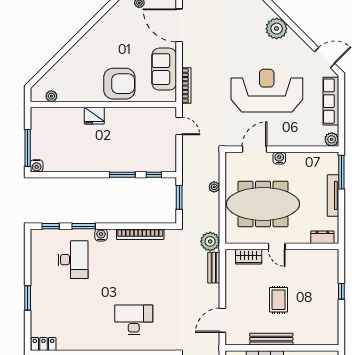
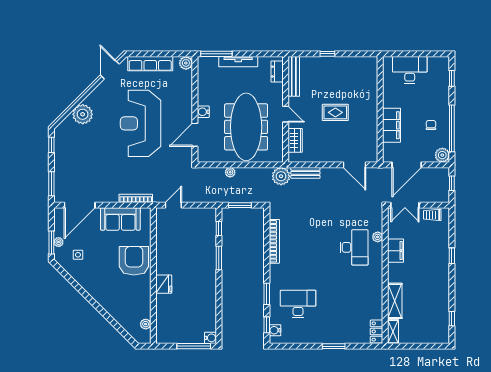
side table: (126, 24) -> (78, 255), added
door: (255, 149) -> (195, 135), hinge flipped
water cooler: (101, 235) -> (275, 330), moved
door: (277, 246) -> (286, 114), hinge flipped
desk: (134, 320) -> (354, 247), turned 180
bench: (271, 339) -> (294, 76), moved
plant: (145, 345) -> (378, 237), added

